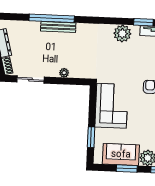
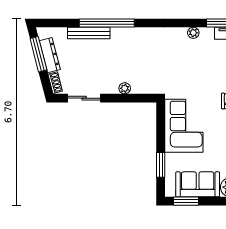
bench: (58, 27) -> (89, 33), moved
plant: (122, 33) -> (193, 33), width x0.53, depth x0.53
window: (127, 169) -> (186, 201), moved

